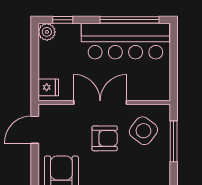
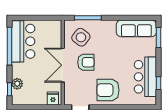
plant: (47, 32) -> (17, 84), moved
bar counter: (125, 41) -> (23, 41), width x0.73
armchair: (105, 138) -> (86, 62), turned 90

